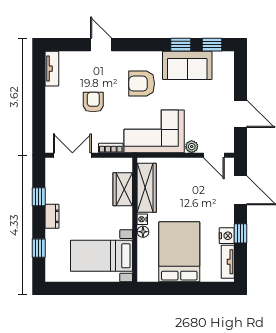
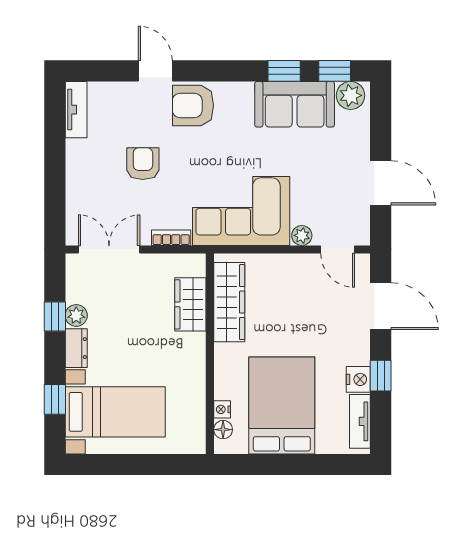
plant: (222, 60) -> (350, 95), added
armchair: (142, 84) -> (193, 105), moved
plant: (52, 196) -> (76, 315), added
nightstand: (142, 219) -> (222, 409), moved
floor lamp: (143, 232) -> (223, 430), moved
bed with nightstands: (101, 256) -> (115, 412), moved, turned 180

